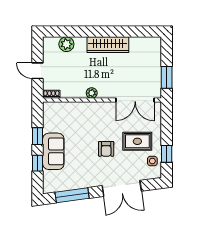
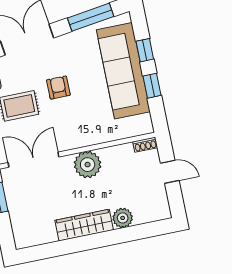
plant: (66, 44) -> (123, 218), moved
plant: (92, 93) -> (88, 165), width x1.87, depth x1.87
sofa: (53, 151) -> (123, 71), width x1.85, depth x1.27

